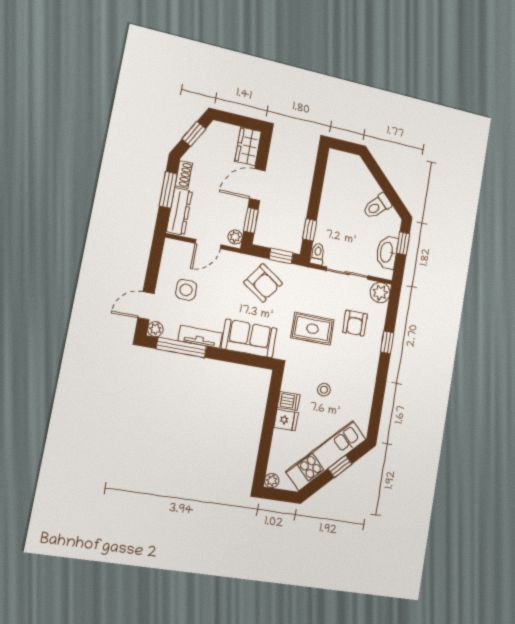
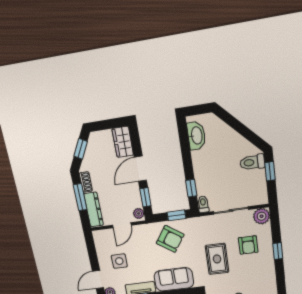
toilet: (377, 206) -> (252, 162), moved, turned 45
washbasin: (387, 252) -> (196, 136), moved, turned 180
rug: (312, 329) -> (217, 259), turned 90

